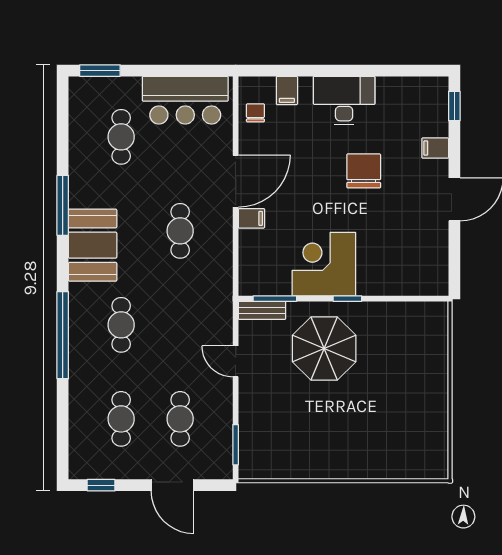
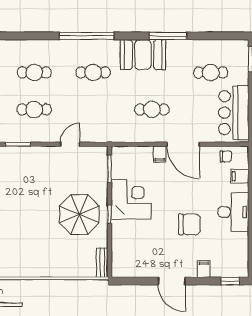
bench: (262, 310) -> (102, 263), moved
parasol: (324, 348) -> (79, 215), moved

